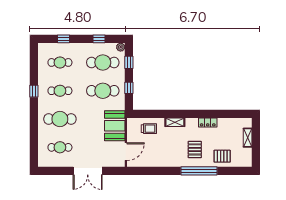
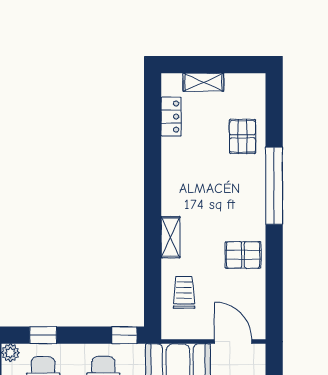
window: (129, 88) -> (124, 335), moved
locker: (208, 123) -> (171, 117), moved
pallet: (195, 149) -> (243, 255), moved

